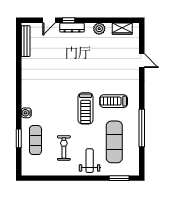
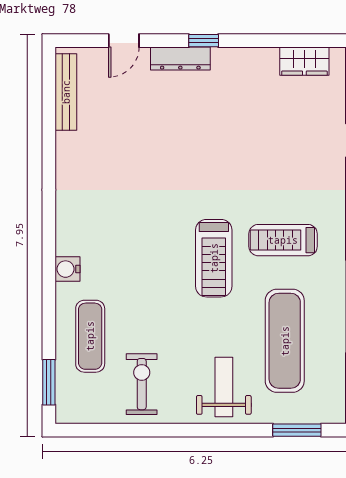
window: (69, 20) -> (204, 41), moved
plant: (99, 29) -> (248, 61), removed
window: (19, 138) -> (49, 382), moved
exercise bike: (64, 148) -> (142, 384), moved

